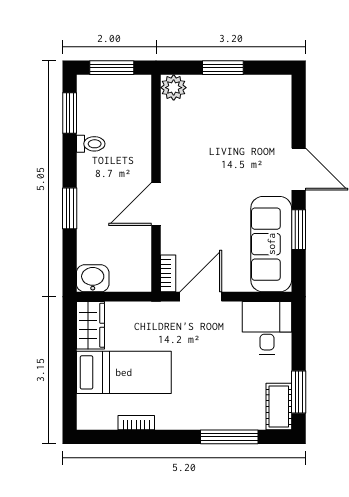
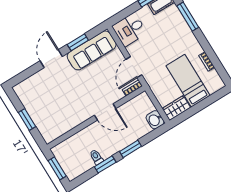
plant: (174, 88) -> (49, 136), removed
window: (70, 113) -> (105, 164), moved
door: (201, 297) -> (134, 67), hinge flipped

